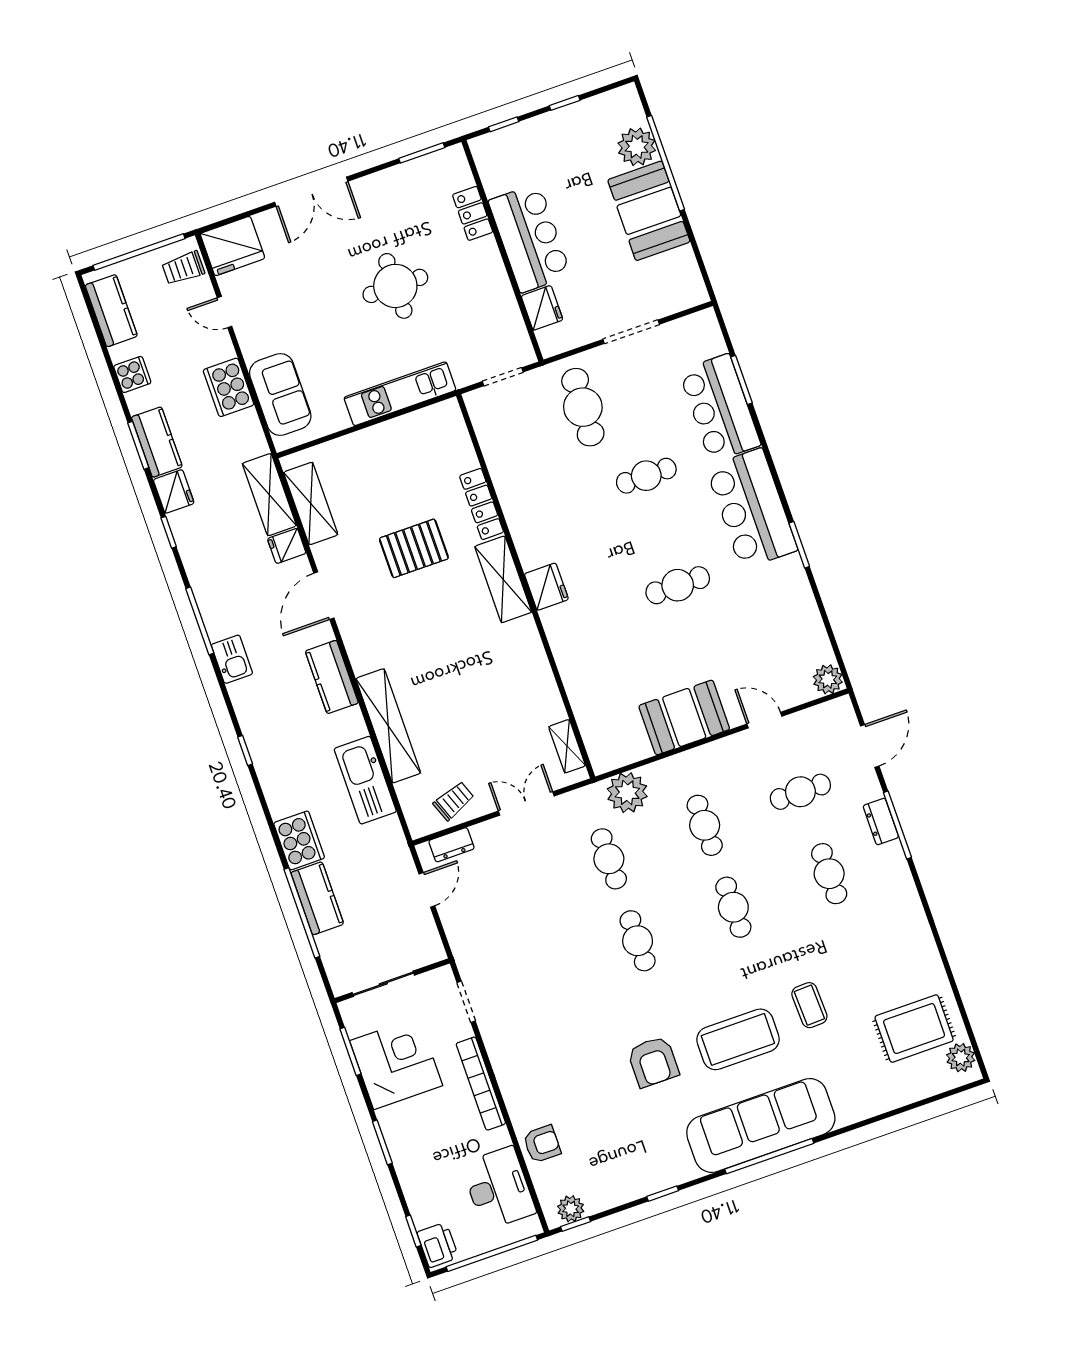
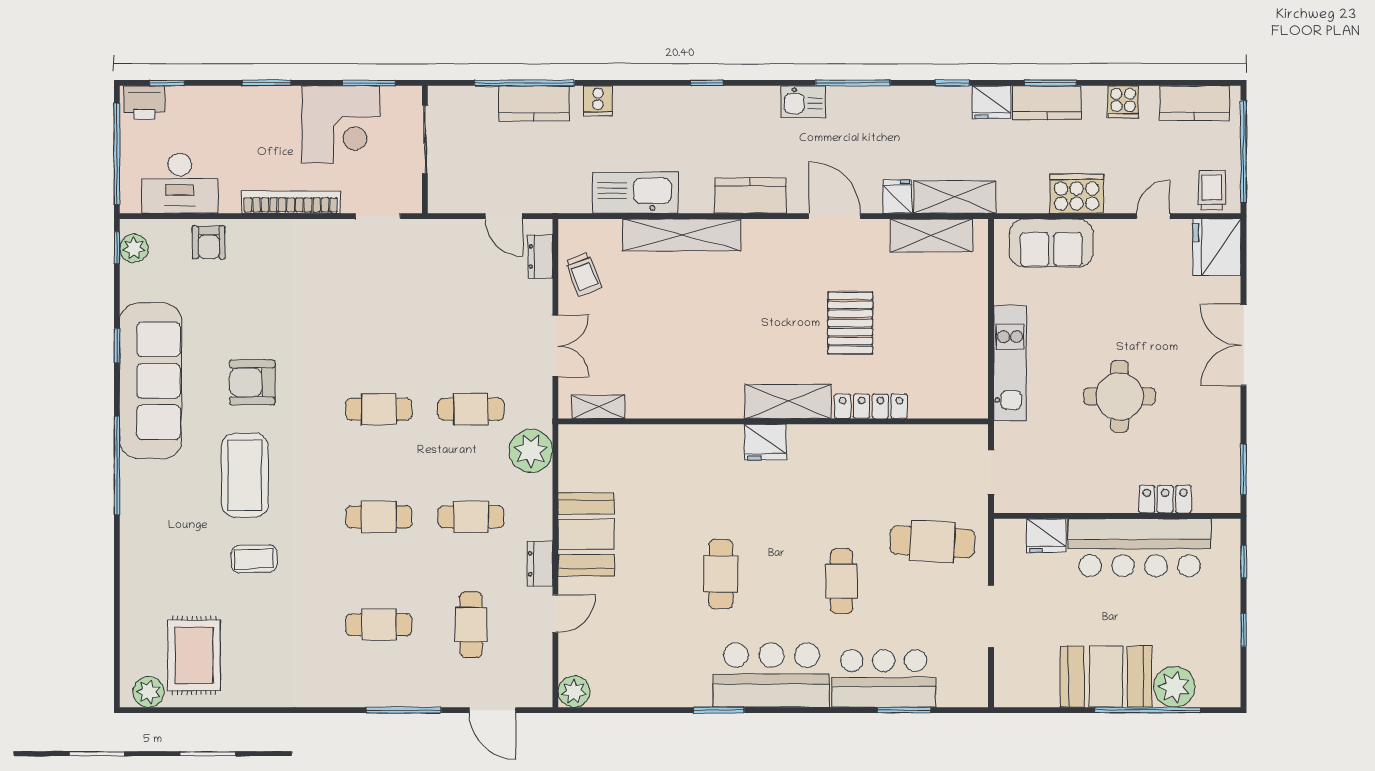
bar counter: (530, 238) -> (1140, 548), width x1.36
dresser: (881, 822) -> (540, 564), moved, turned -90
cooker: (299, 840) -> (598, 101), width x0.53, depth x0.76
sofa: (761, 1126) -> (151, 381), moved

